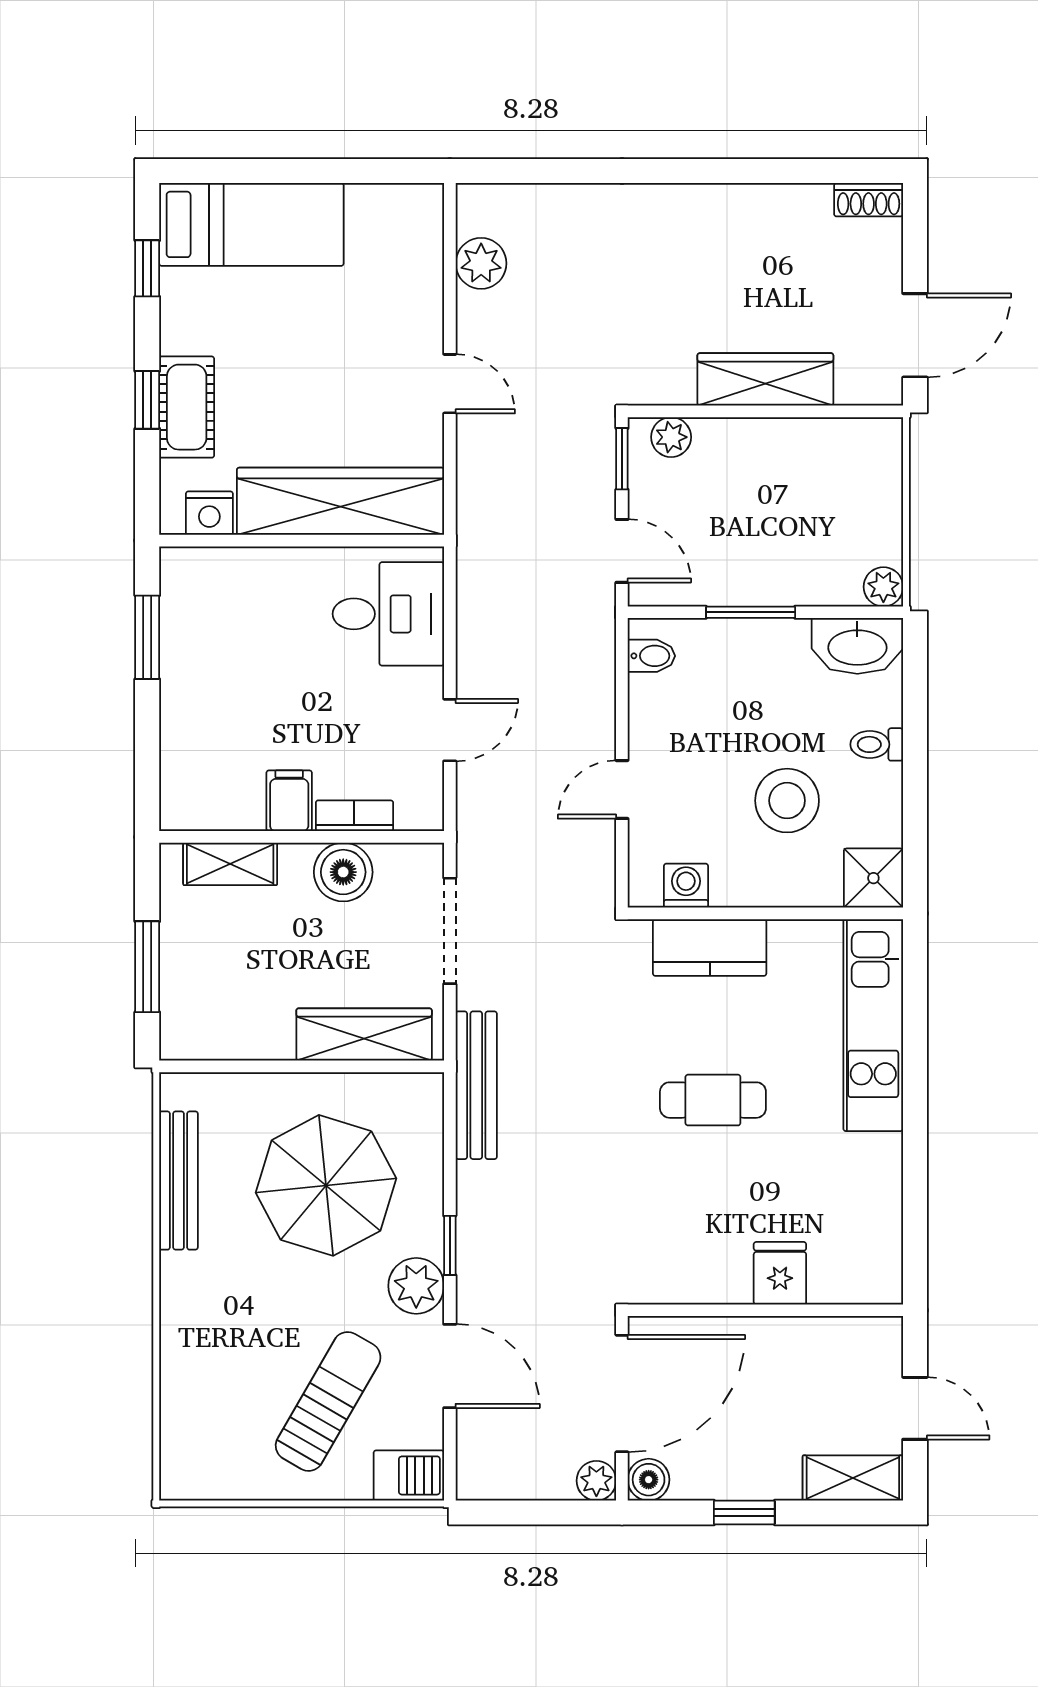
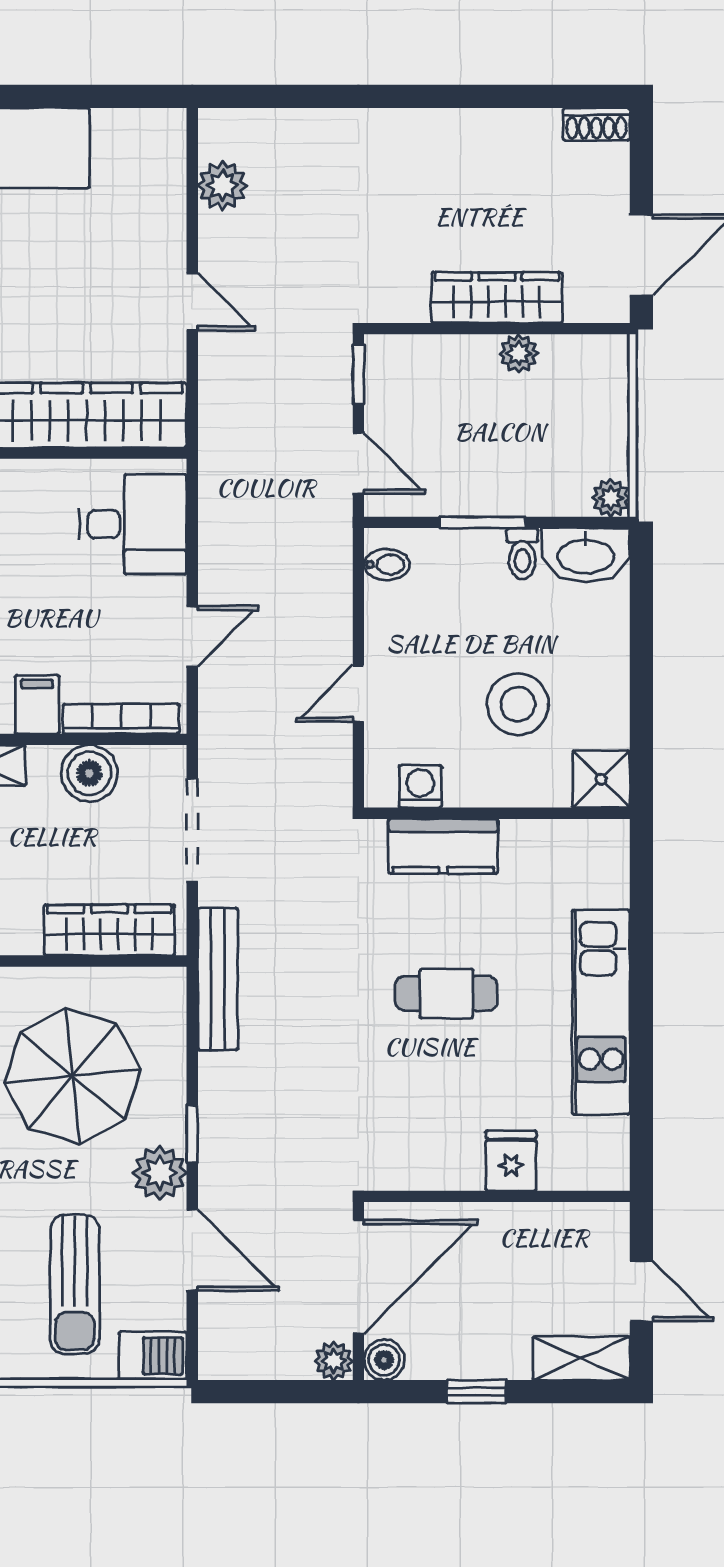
plant: (671, 437) -> (519, 353), moved
toilet: (877, 744) -> (522, 553), moved, turned -90
bookcase: (354, 816) -> (121, 719), width x1.56
kitchen unit: (873, 1025) -> (601, 1012), moved
sun lounger: (328, 1401) -> (75, 1284), turned 150

